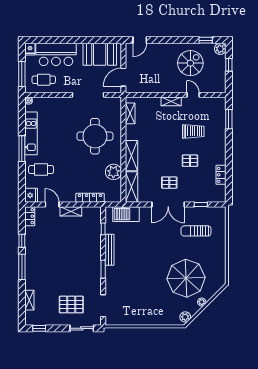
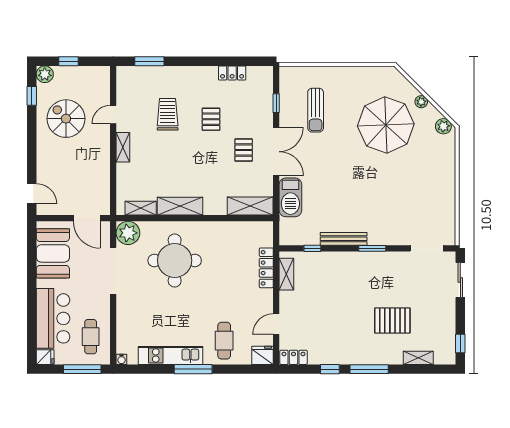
shelving: (131, 156) -> (180, 206), moved
plant: (113, 172) -> (128, 233), moved
shelving: (71, 211) -> (286, 274), moved
barbecue: (126, 214) -> (290, 197), moved
pallet: (71, 305) -> (392, 321), moved, turned 90

